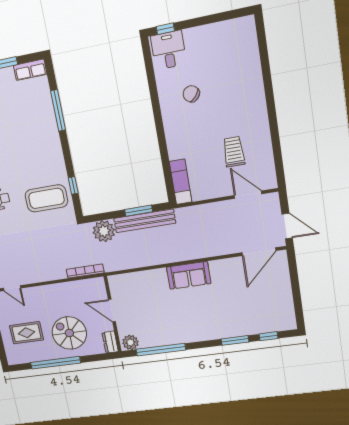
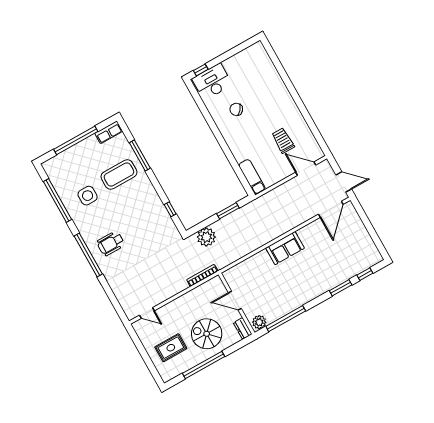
desk: (168, 50) -> (212, 82), width x1.37
coffee table: (46, 198) -> (119, 174), moved
bench: (145, 221) -> (235, 217), removed

